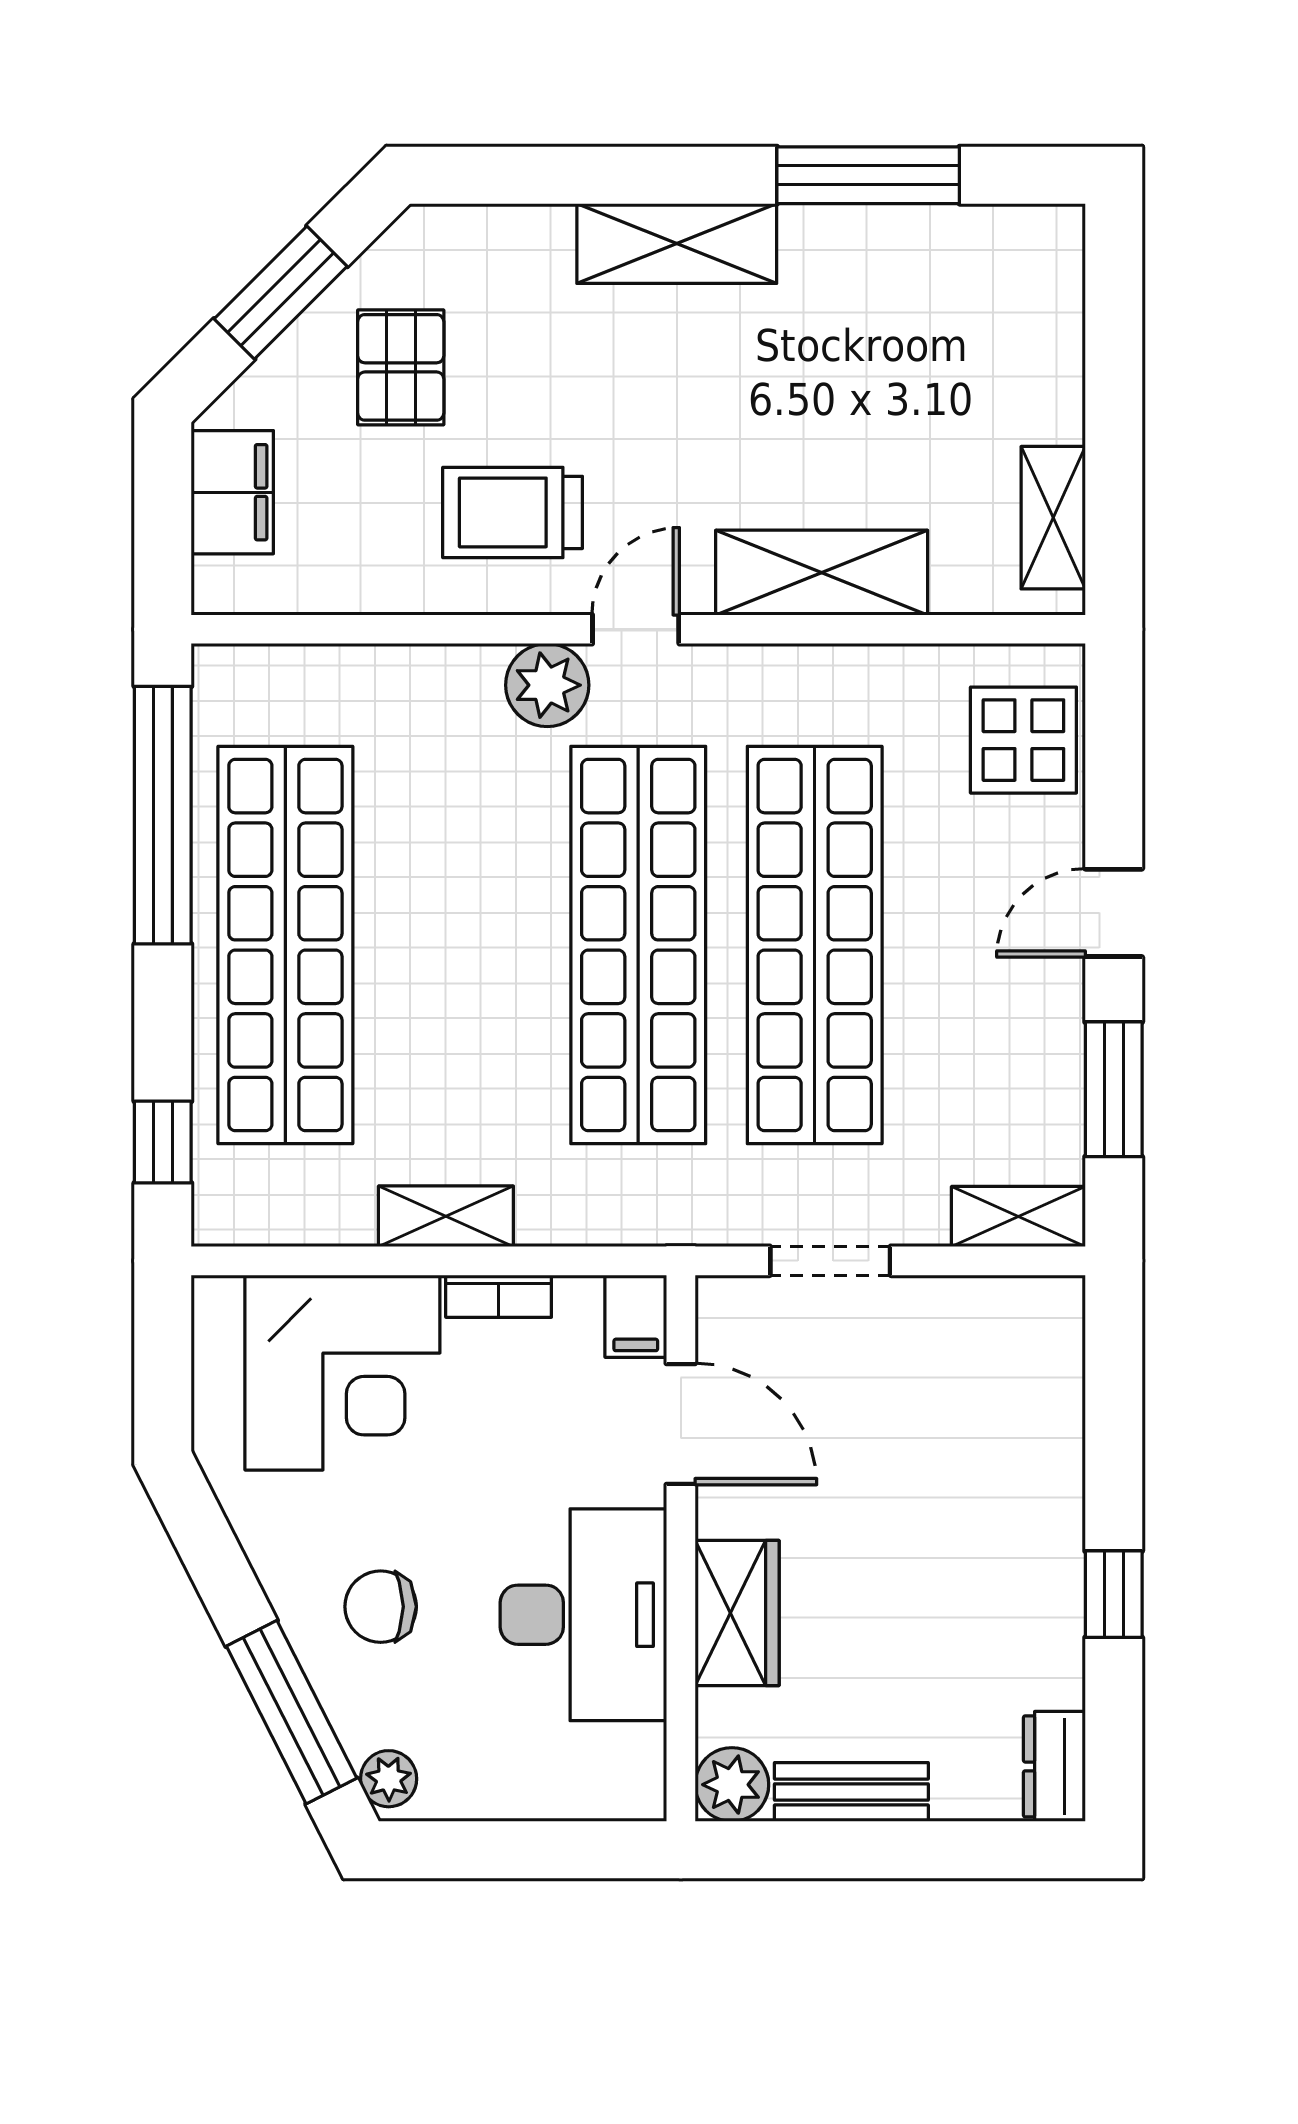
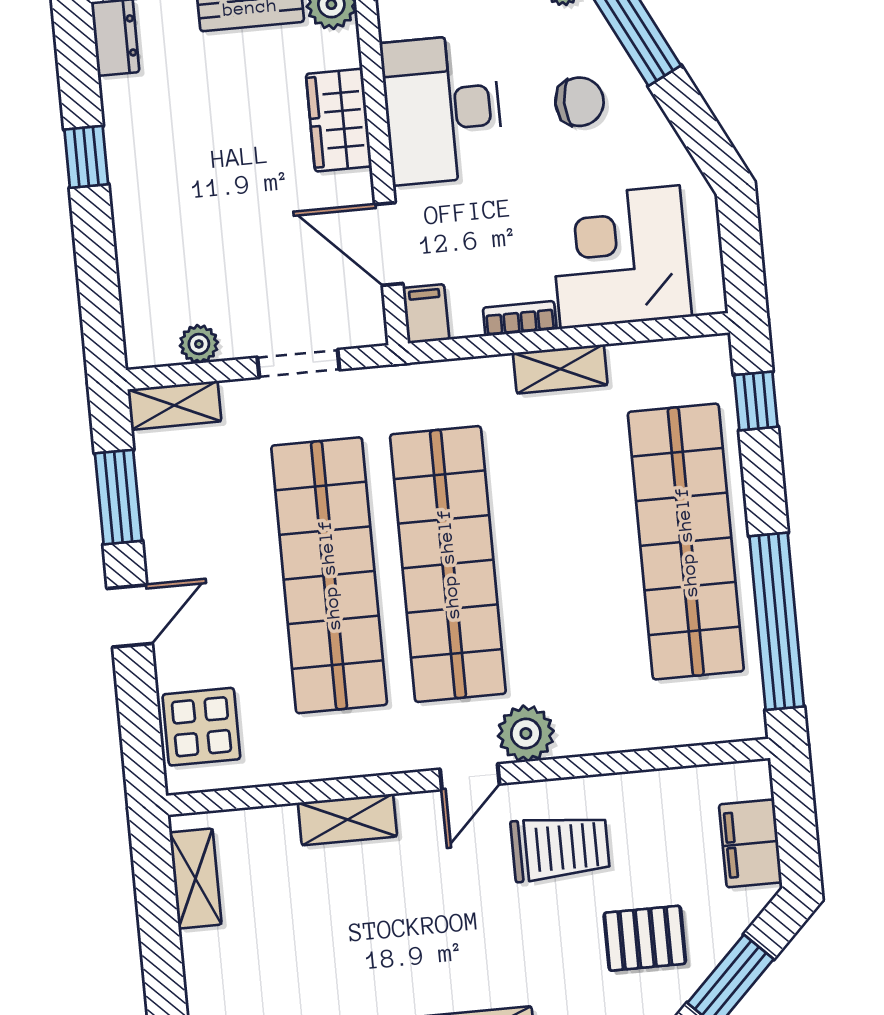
pallet: (401, 367) -> (645, 938), turned 90
shelving: (822, 573) -> (347, 820), width x0.67, depth x0.75
plant: (974, 1303) -> (199, 344), added

